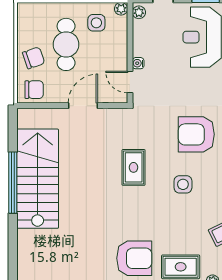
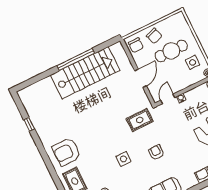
door: (83, 106) -> (141, 78), hinge flipped
armchair: (196, 134) -> (156, 152), width x0.53, depth x0.53
rug: (134, 167) -> (140, 120), moved
armchair: (134, 258) -> (66, 152), turned 90

